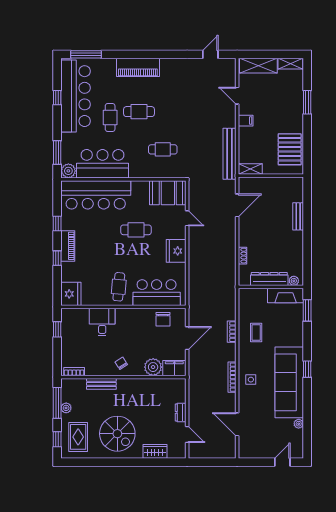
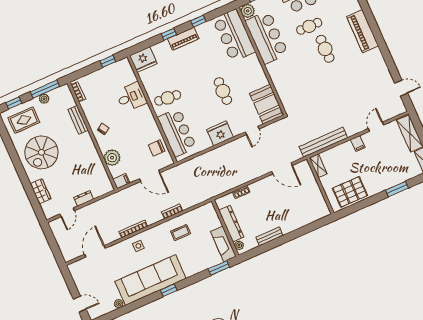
cafe table: (163, 149) -> (302, 84), removed
bar counter: (96, 195) -> (234, 35), width x0.73
bench: (298, 216) -> (269, 236), moved
filing cabinet: (174, 368) -> (121, 181), width x0.50

